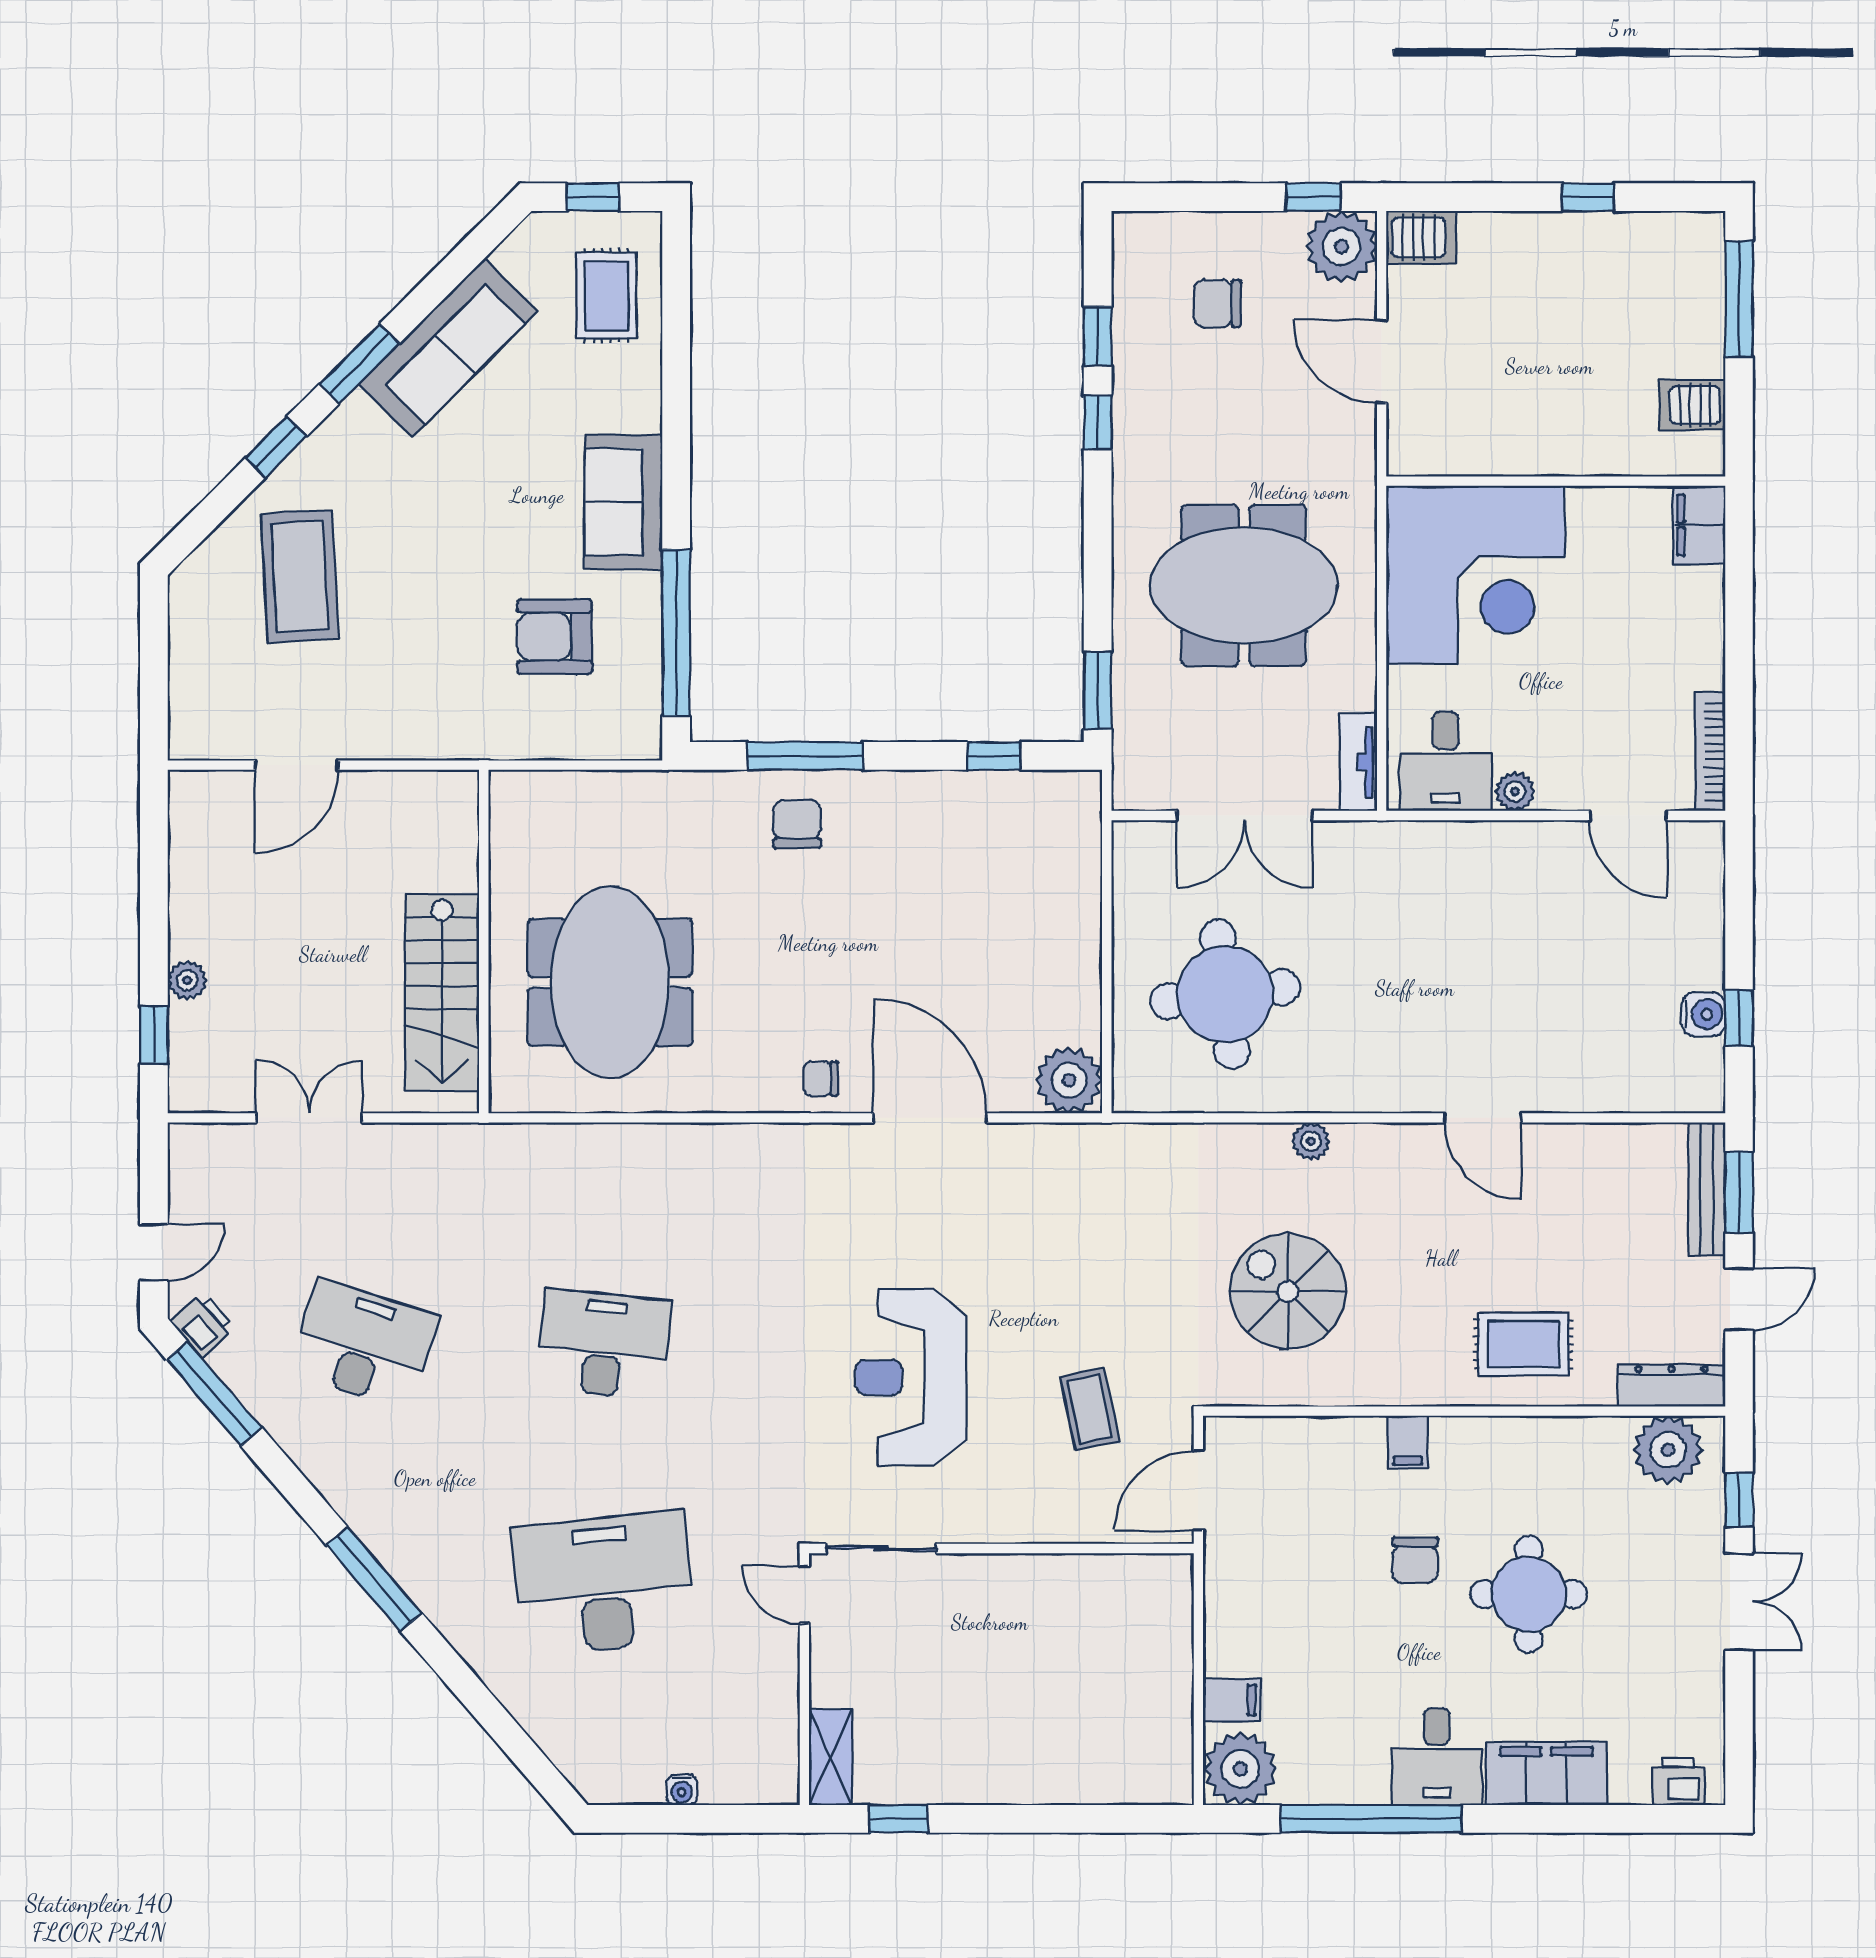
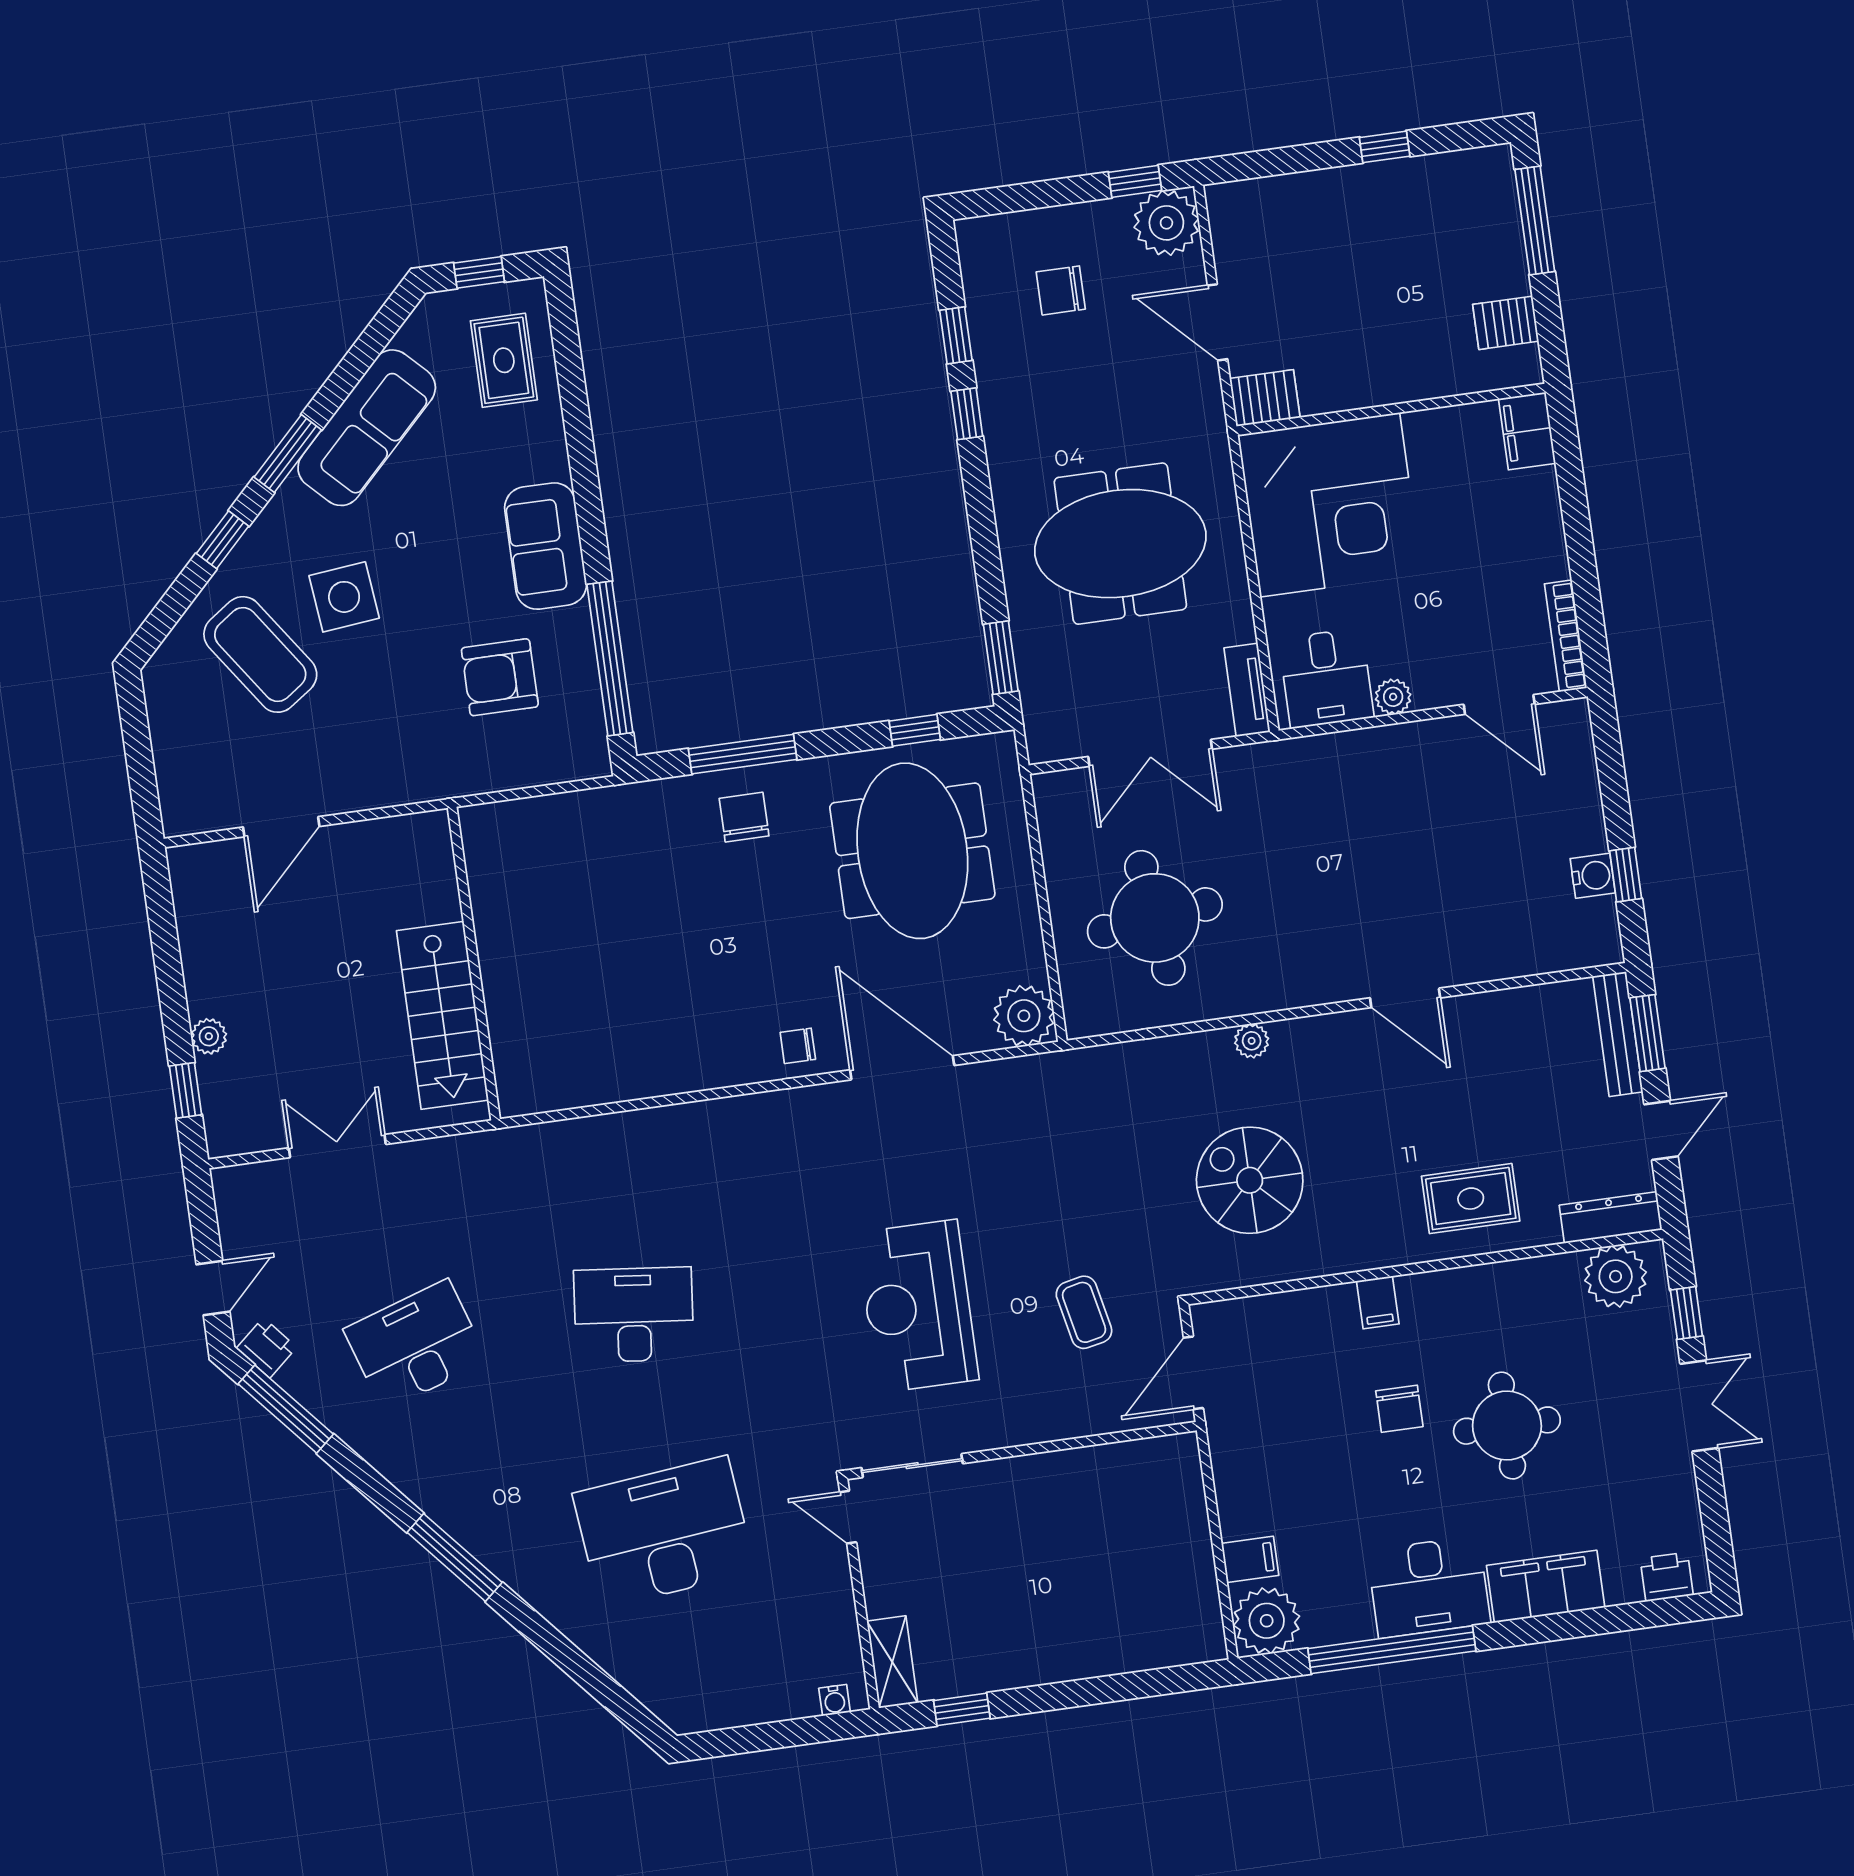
server rack: (1421, 237) -> (1265, 398), moved
side table: (399, 527) -> (344, 597), added
coffee table: (300, 576) -> (260, 654), turned -32
meeting table: (610, 982) -> (912, 851), moved
desk: (364, 1344) -> (416, 1345), turned -36
desk: (1437, 1757) -> (1429, 1587), width x1.37
water cooler: (682, 1790) -> (835, 1700), moved

